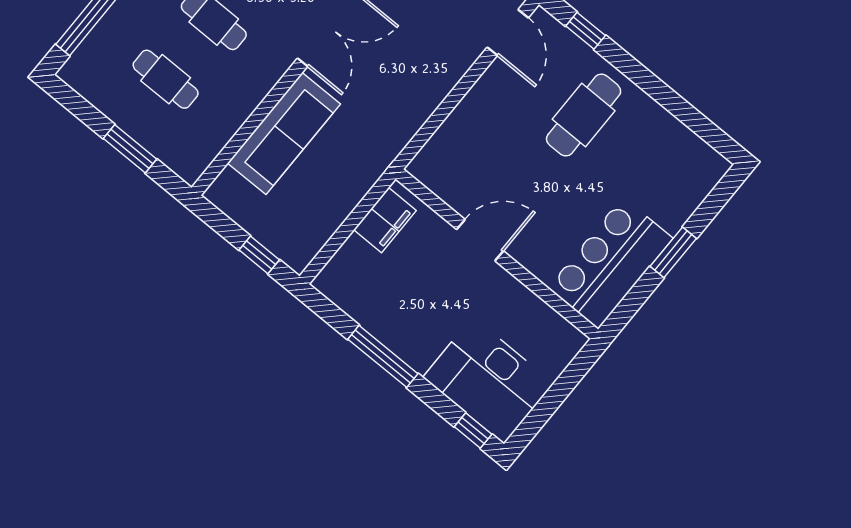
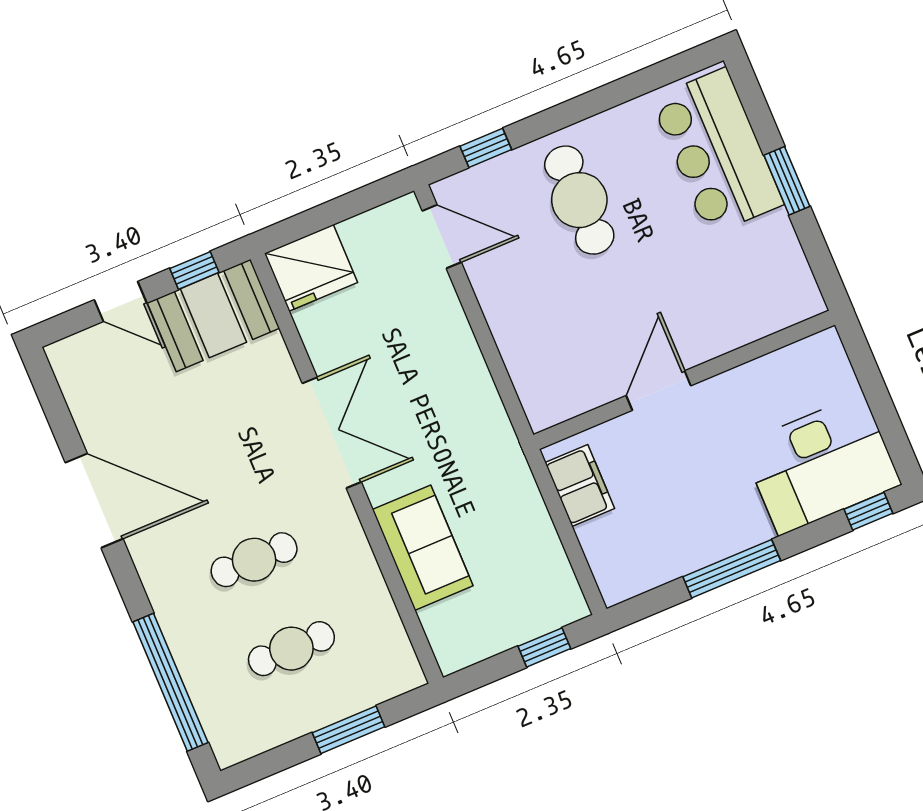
sofa: (284, 134) -> (423, 548), width x0.73
bar counter: (610, 263) -> (717, 152), moved

